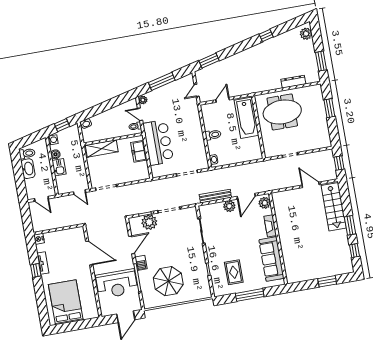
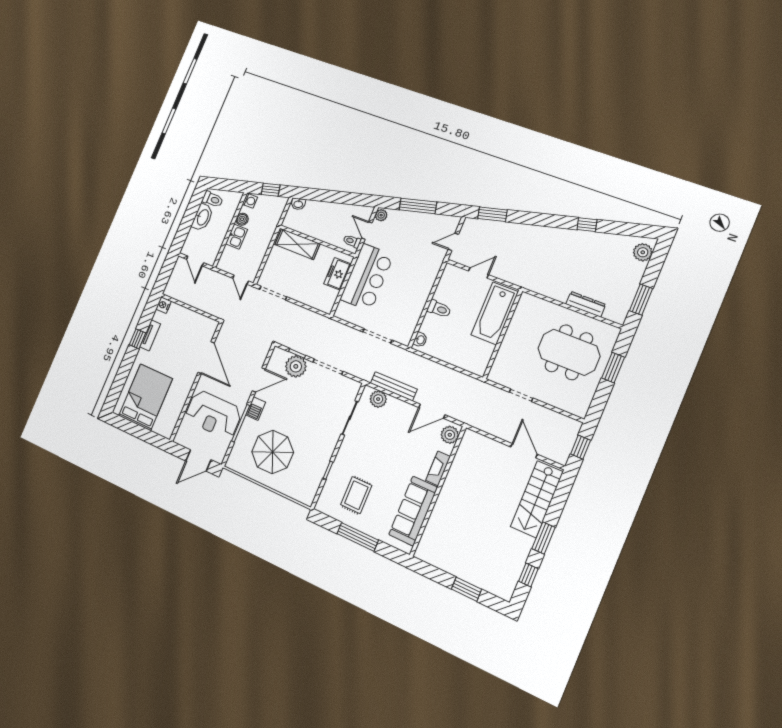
meeting table: (282, 112) -> (569, 352), moved
plant: (229, 206) -> (378, 399), moved

